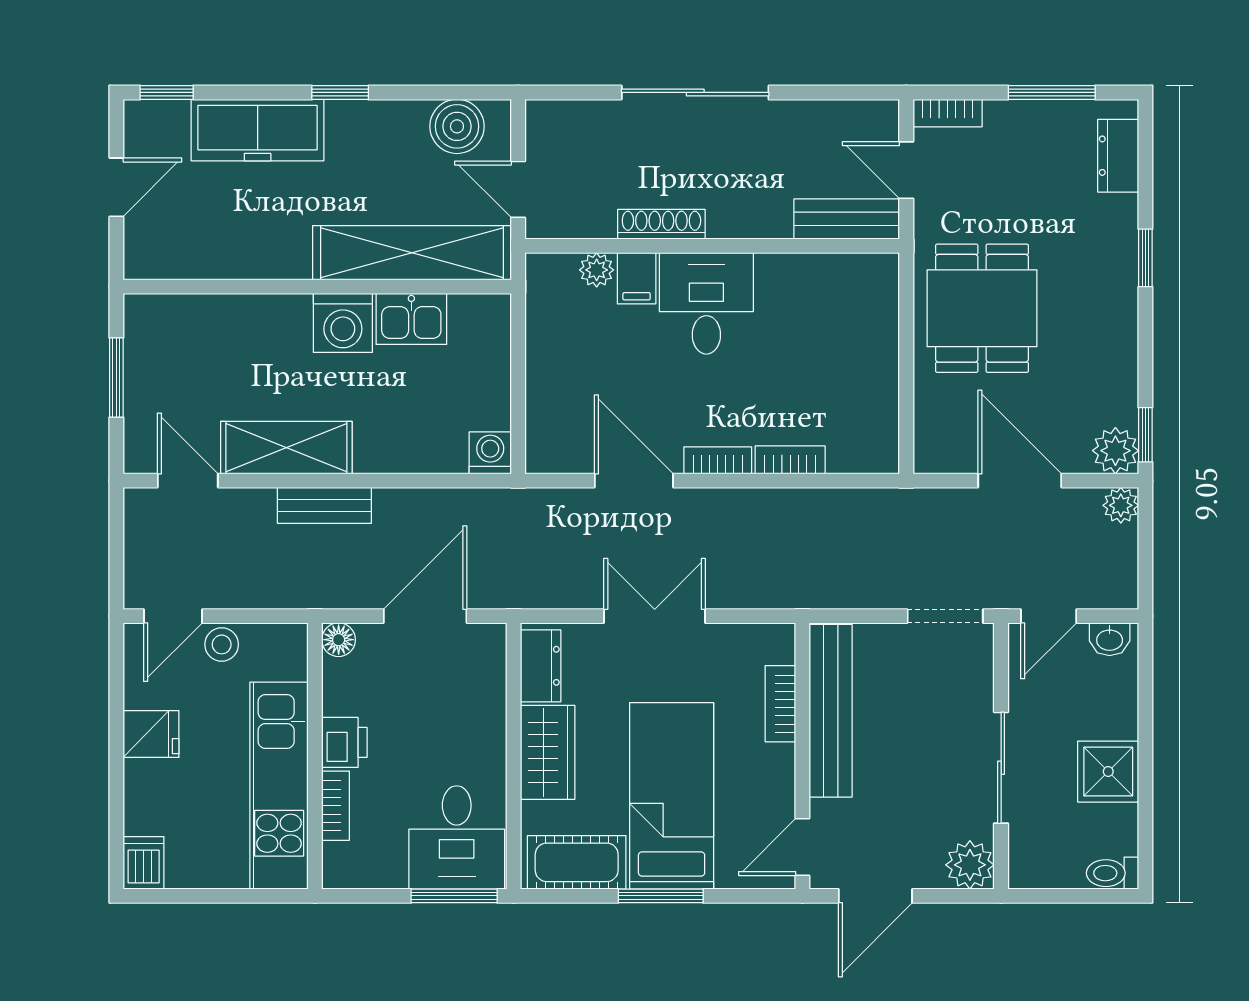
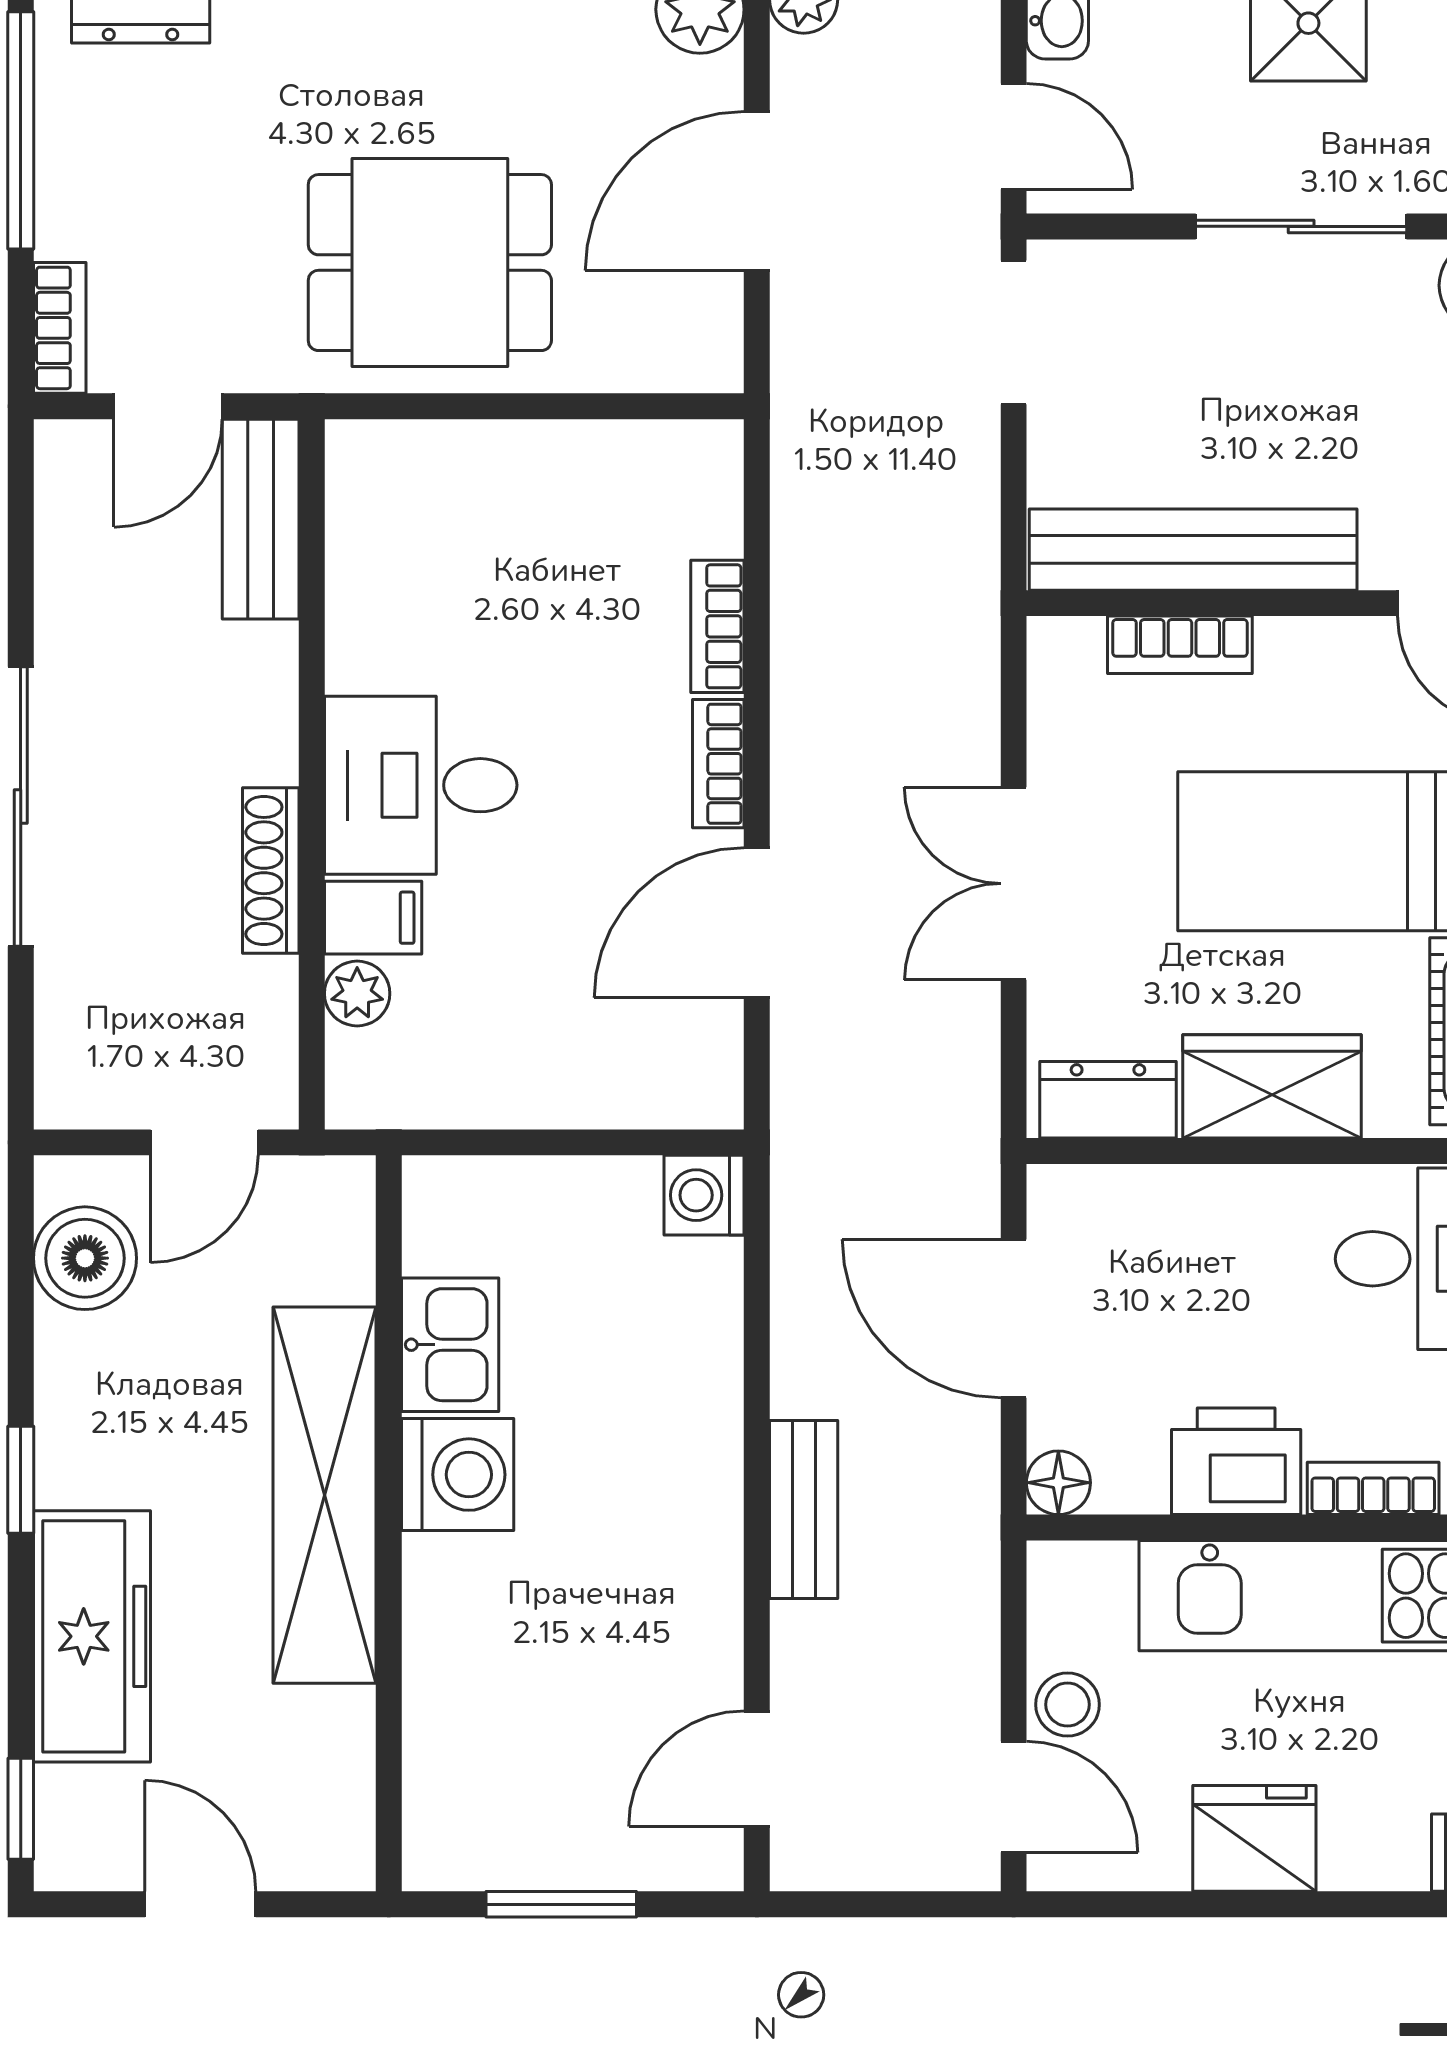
window: (1052, 92) -> (21, 130), width x1.44
shelving: (412, 253) -> (325, 1495), moved
shelving: (286, 448) -> (694, 1582), removed
fridge: (151, 734) -> (1254, 1838), width x1.38
printer: (344, 742) -> (1236, 1461), width x1.36, depth x1.24

